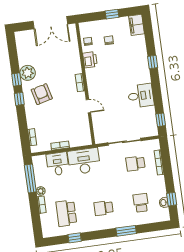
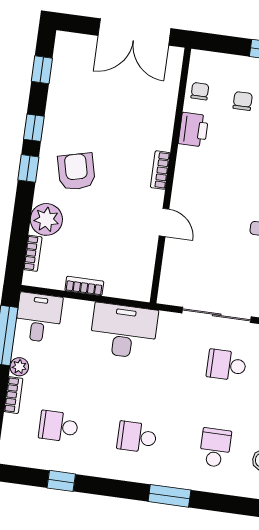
window: (13, 52) -> (42, 70), added
plant: (28, 73) -> (46, 219), moved
desk: (58, 164) -> (39, 317), moved
school desk: (66, 213) -> (58, 426), width x0.54

